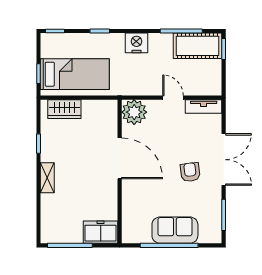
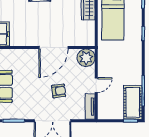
nightstand: (136, 43) -> (135, 59), removed
armchair: (190, 172) -> (59, 91), moved

